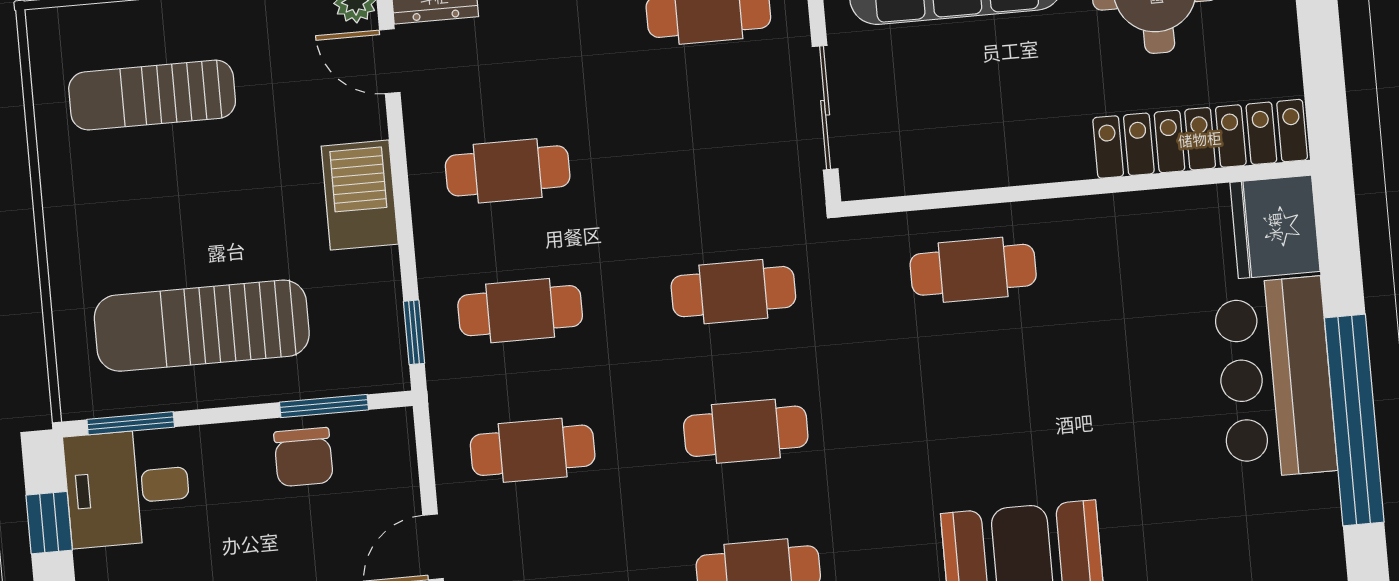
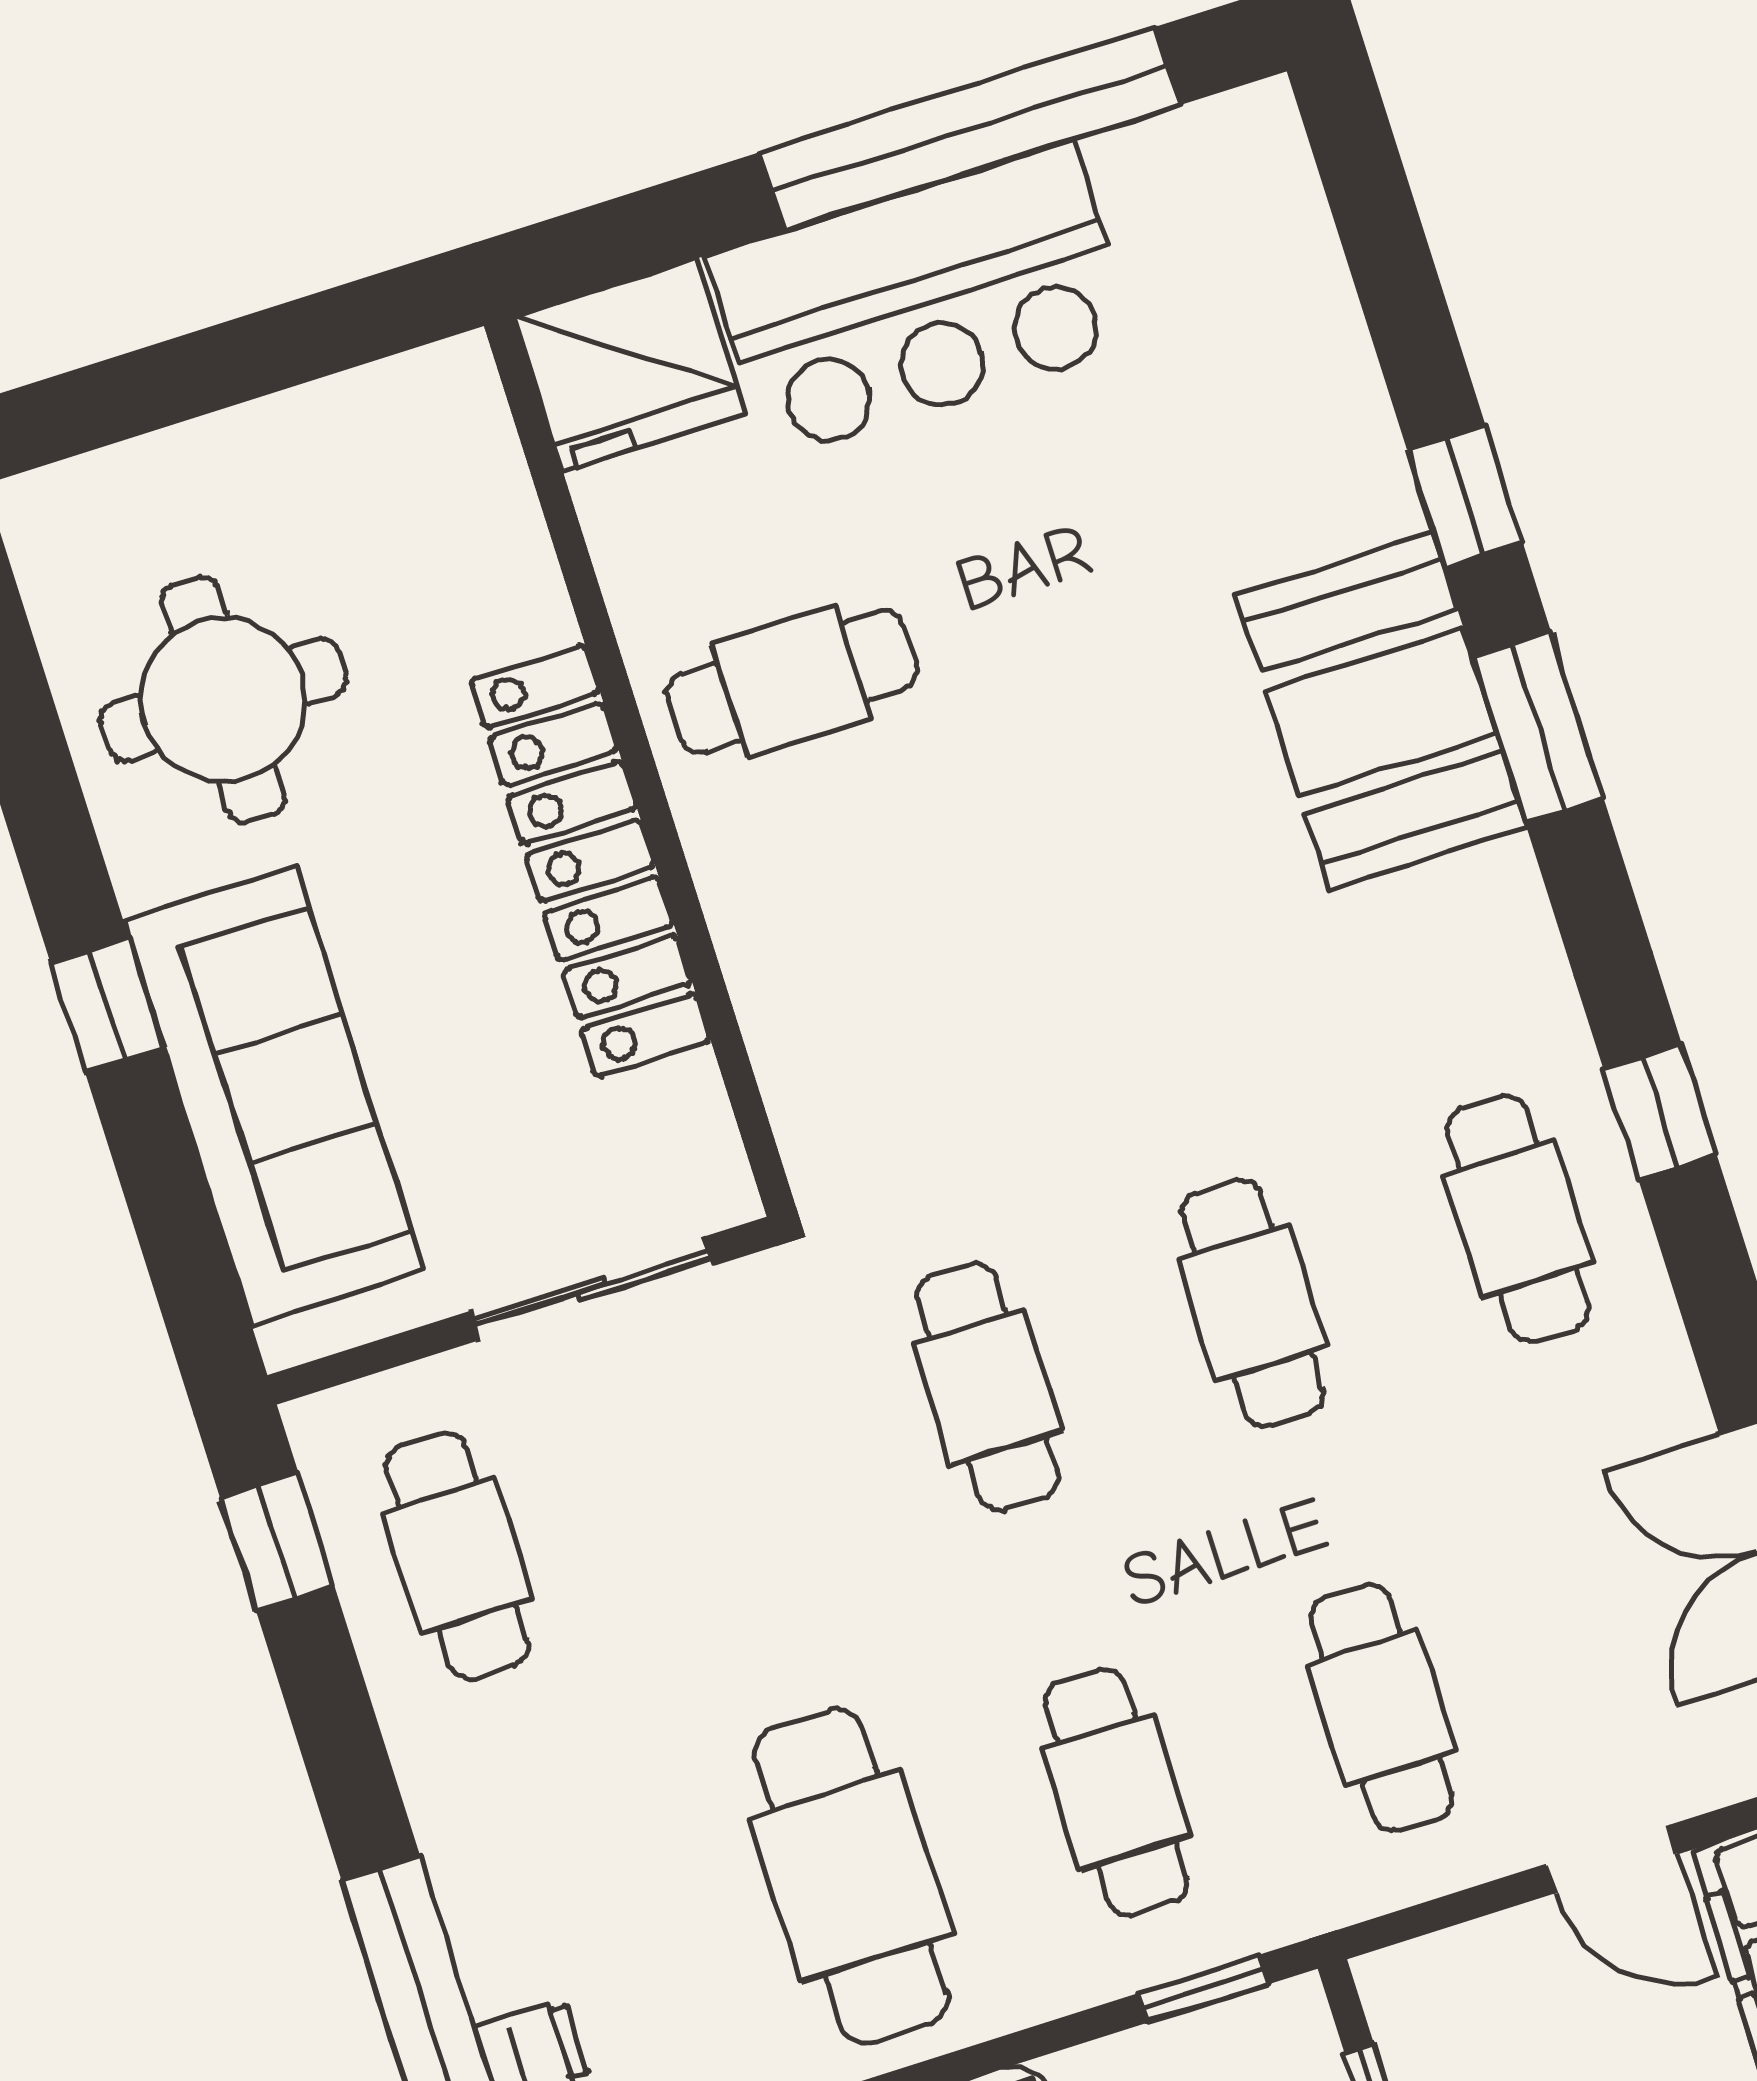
locker: (1200, 139) -> (590, 861), moved
cafe table: (508, 171) -> (851, 1876), width x1.37, depth x1.35
cafe table: (973, 270) -> (791, 682), moved, turned 90

